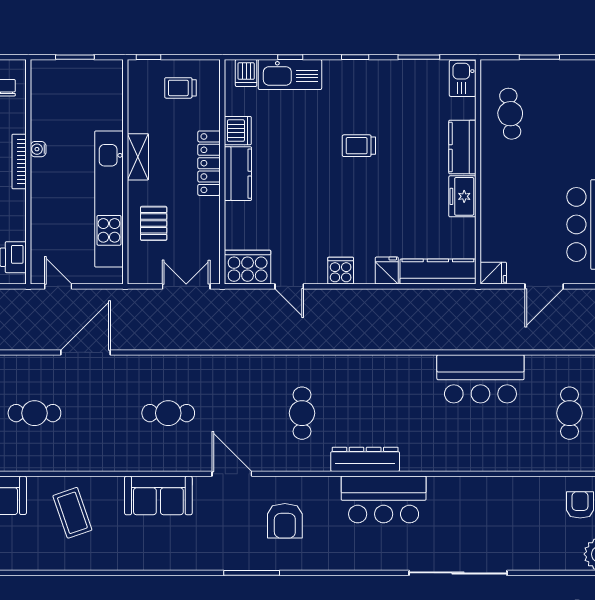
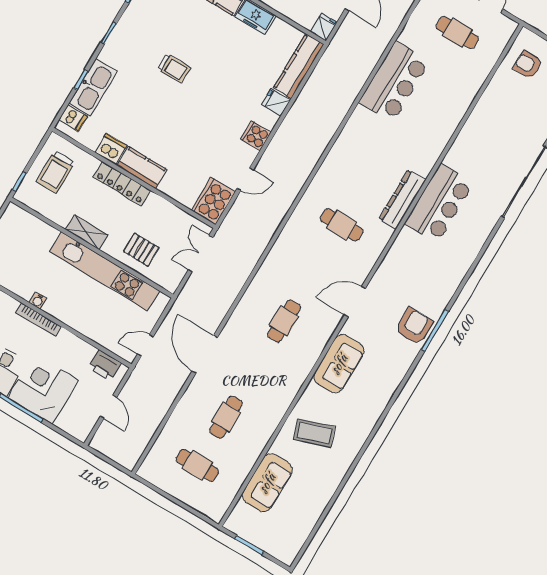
trolley: (181, 88) -> (55, 172), width x1.36, depth x1.39
trolley: (359, 146) -> (174, 68), turned -90
armchair: (285, 521) -> (414, 326), moved, turned -90

